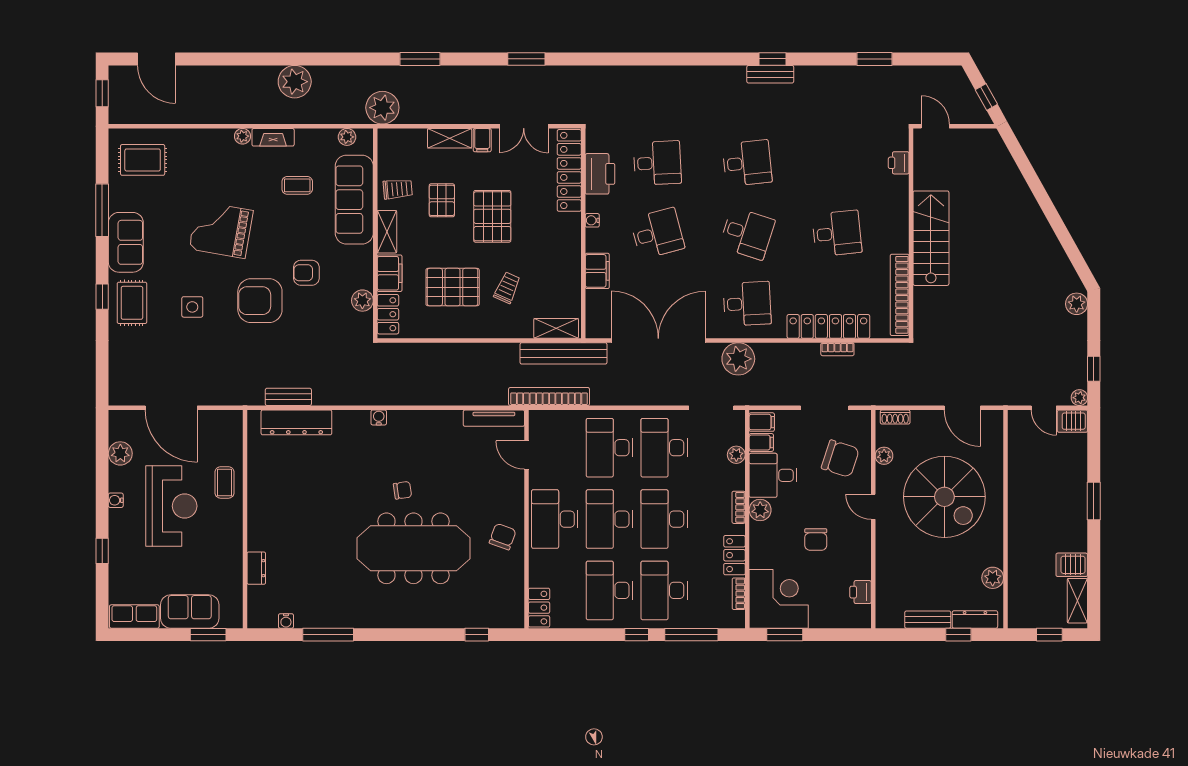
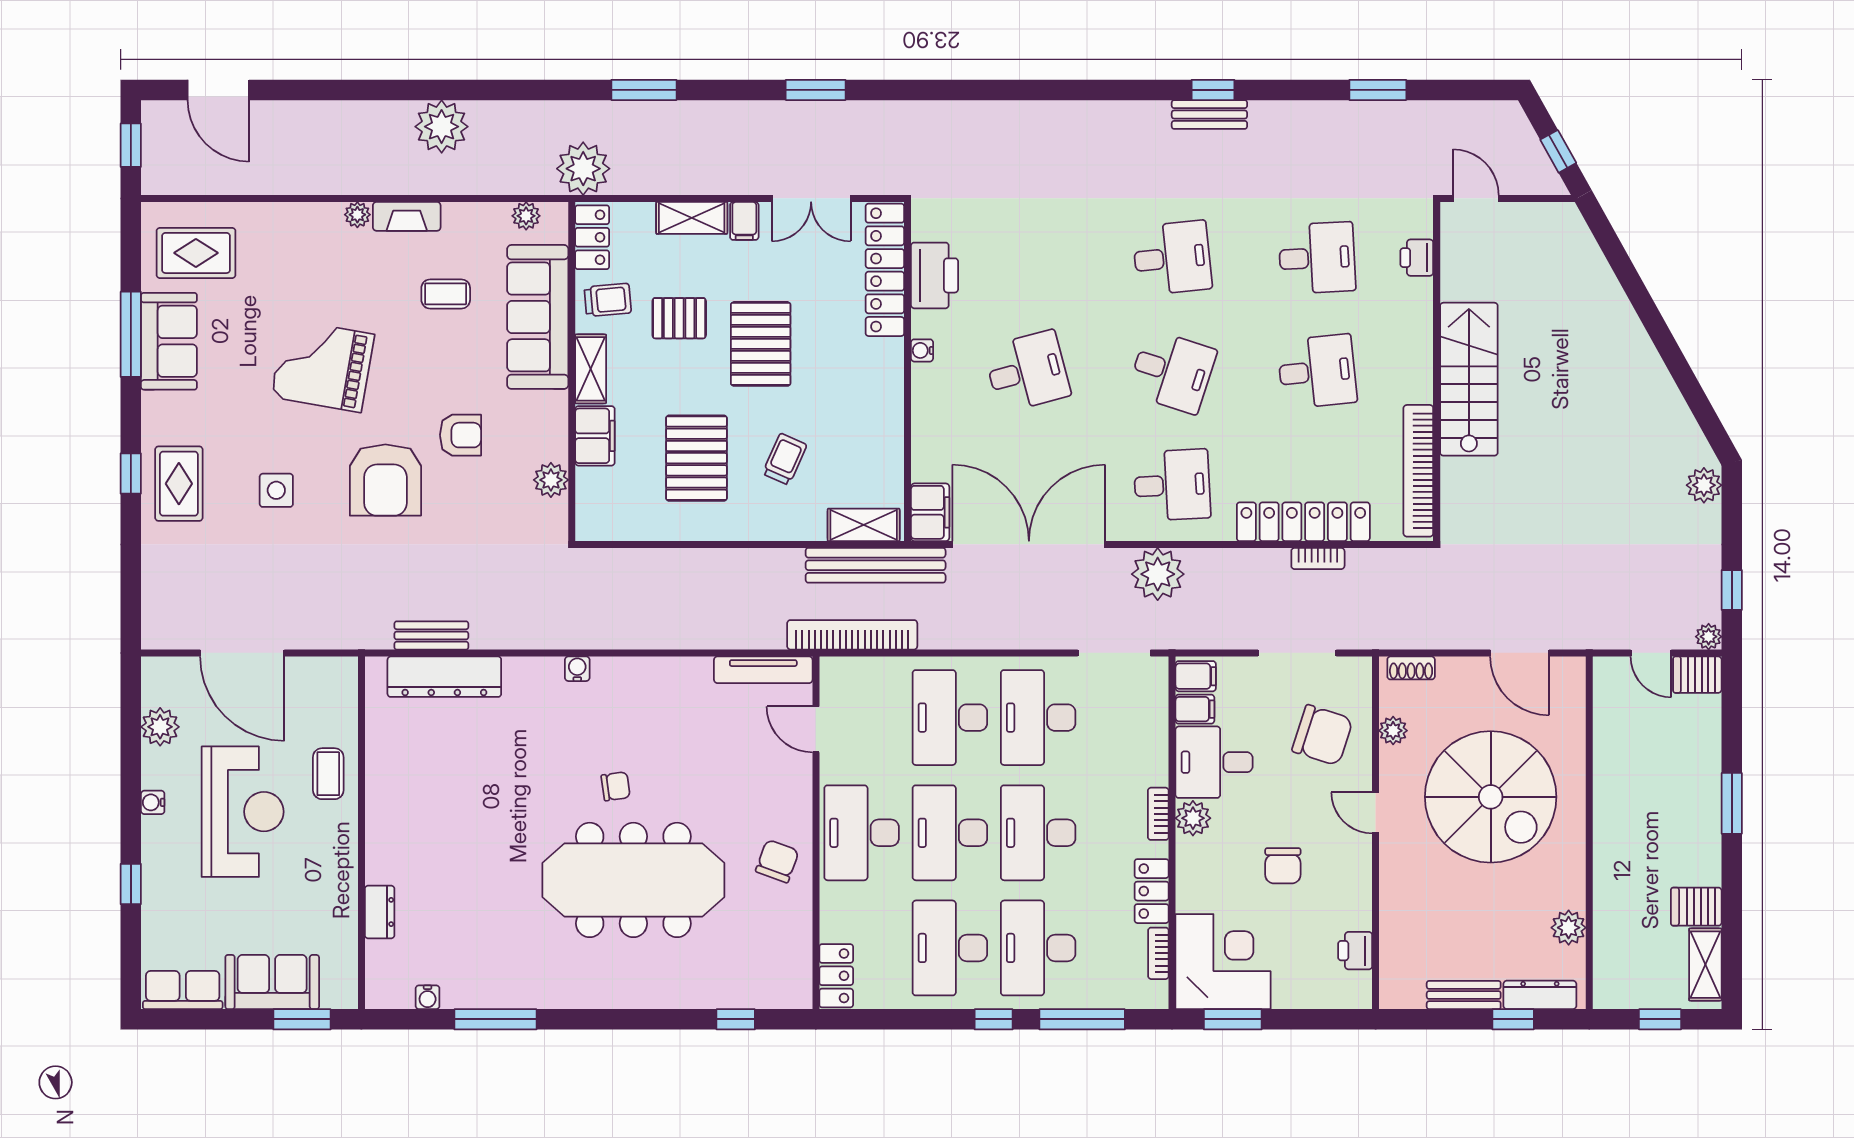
desk: (657, 163) -> (1317, 258), moved
pallet: (442, 200) -> (679, 318), turned 90
sofa: (126, 242) -> (169, 341), moved
filing cabinet: (597, 271) -> (930, 512), moved
armchair: (306, 273) -> (460, 435), turned 180
pallet: (453, 287) -> (696, 458), turned 90
armchair: (260, 301) -> (385, 480), turned -90
locker: (388, 314) -> (592, 237), moved
plant: (736, 455) -> (1155, 729), removed

